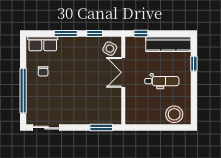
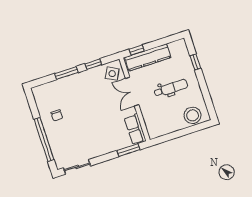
row of seats: (43, 44) -> (135, 129), moved, turned 90
kitchen counter: (168, 44) -> (148, 57), moved

